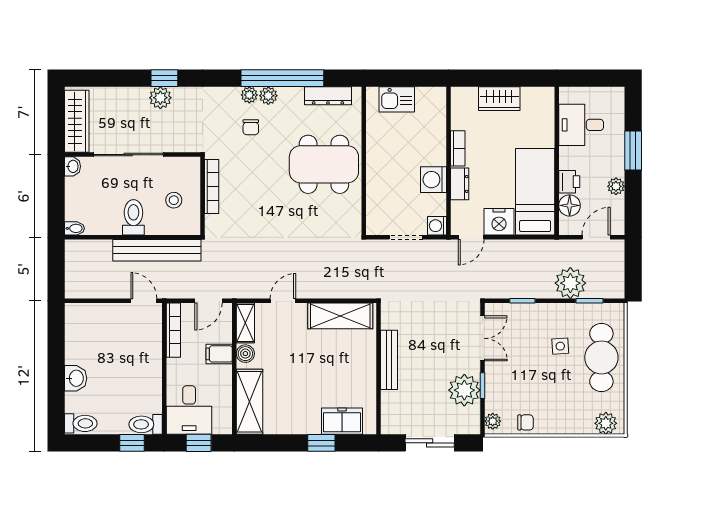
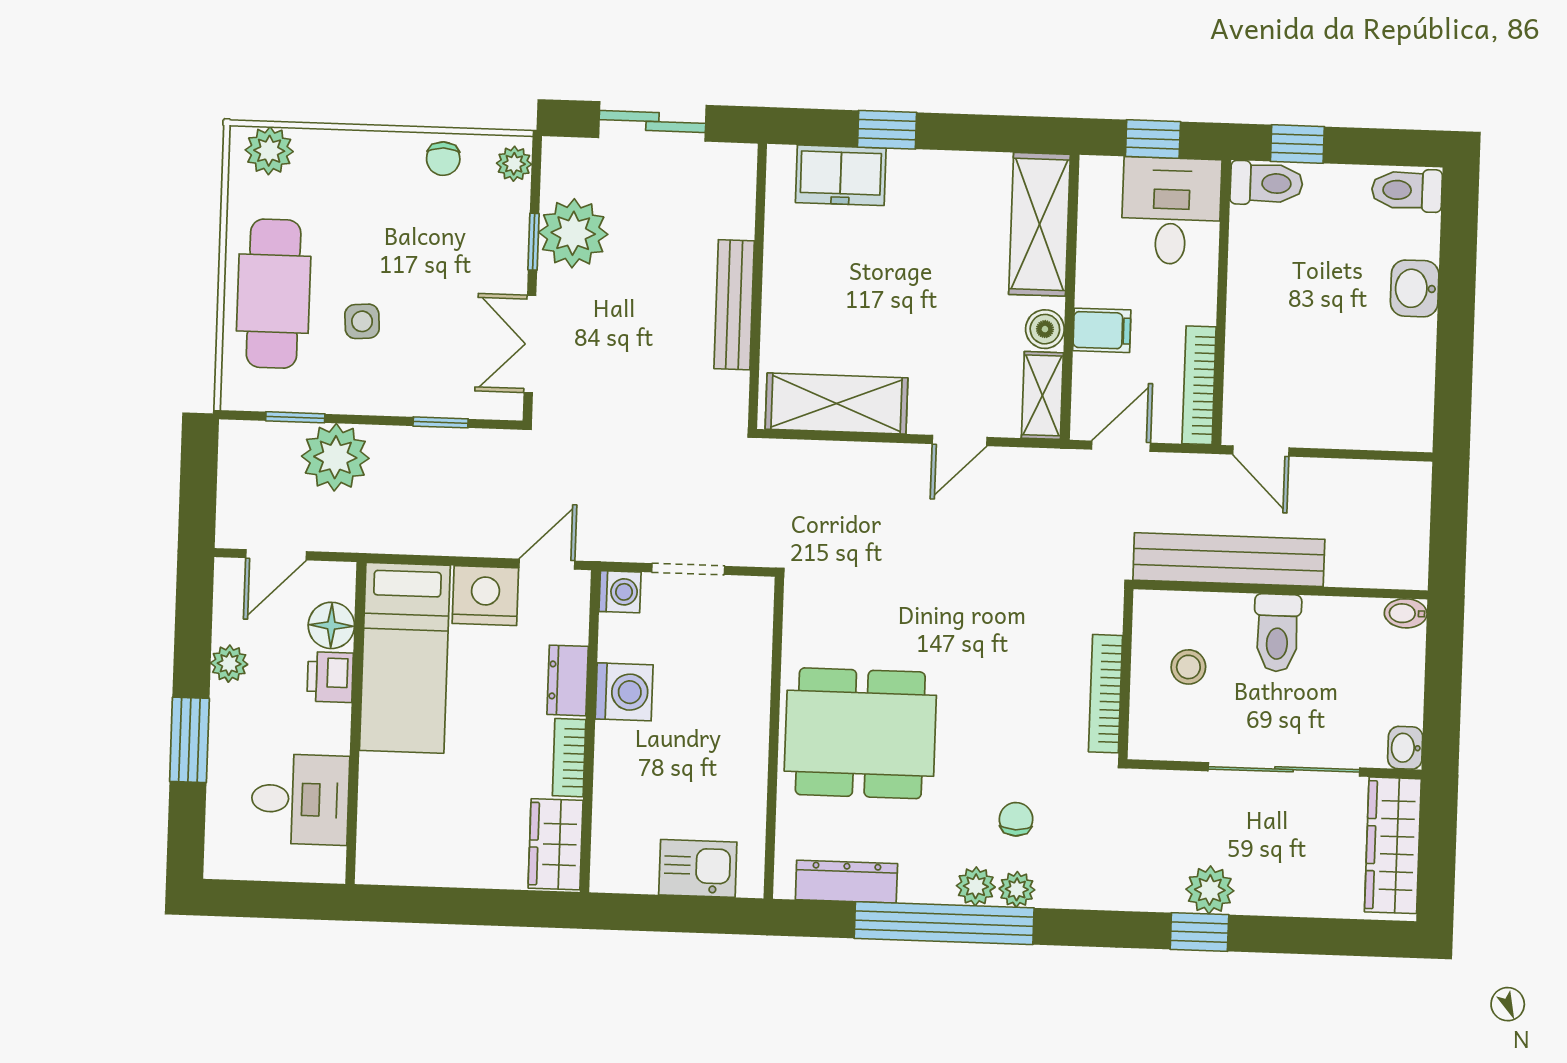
wardrobe: (499, 99) -> (556, 844), moved, turned -90
chair: (525, 422) -> (443, 159), turned -90

